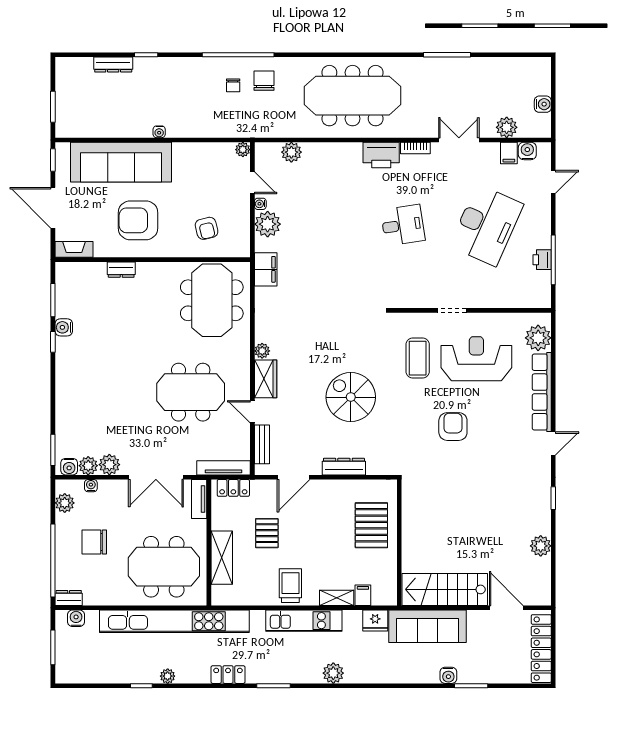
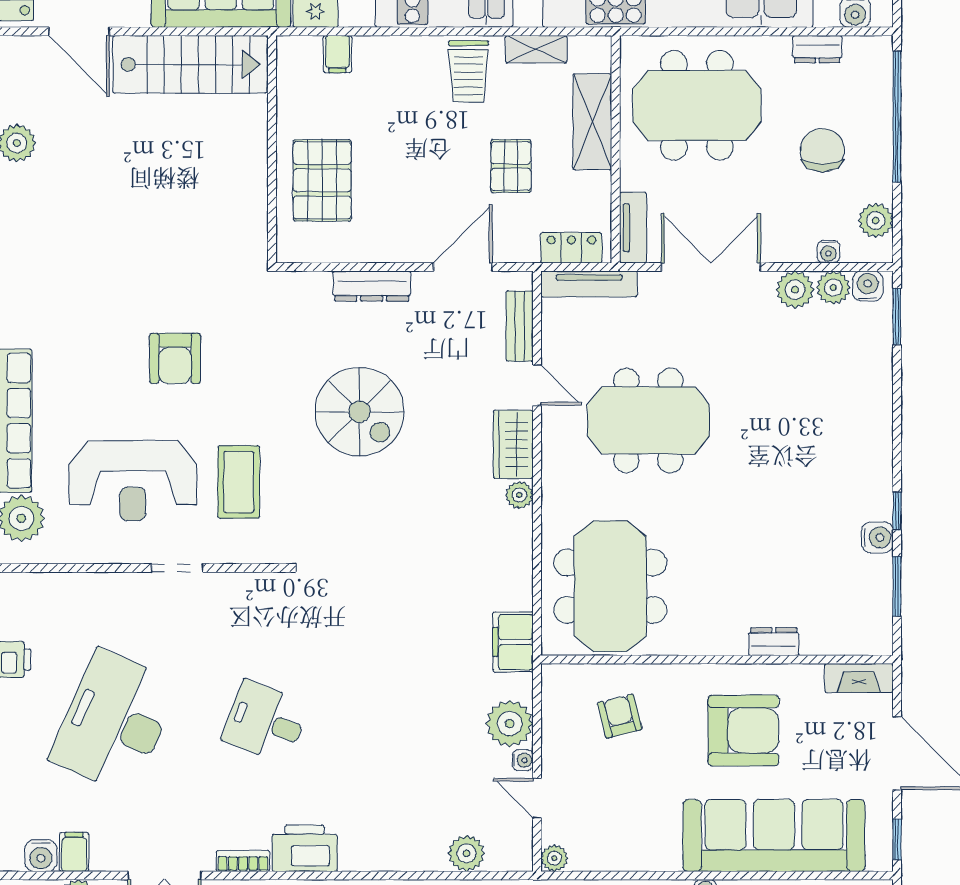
desk: (403, 225) -> (266, 722), turned 30
chair: (94, 542) -> (822, 150), turned -90
dresser: (69, 598) -> (817, 49), moved
shelving: (337, 598) -> (536, 49), moved

